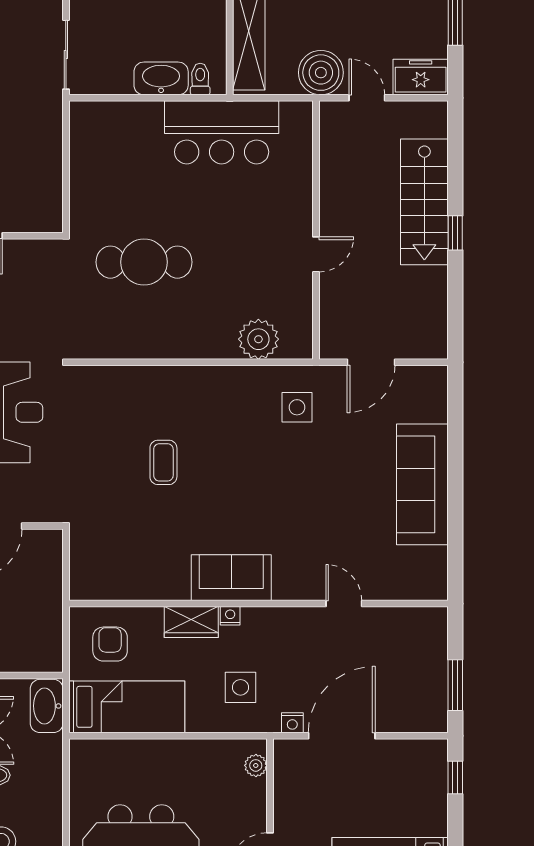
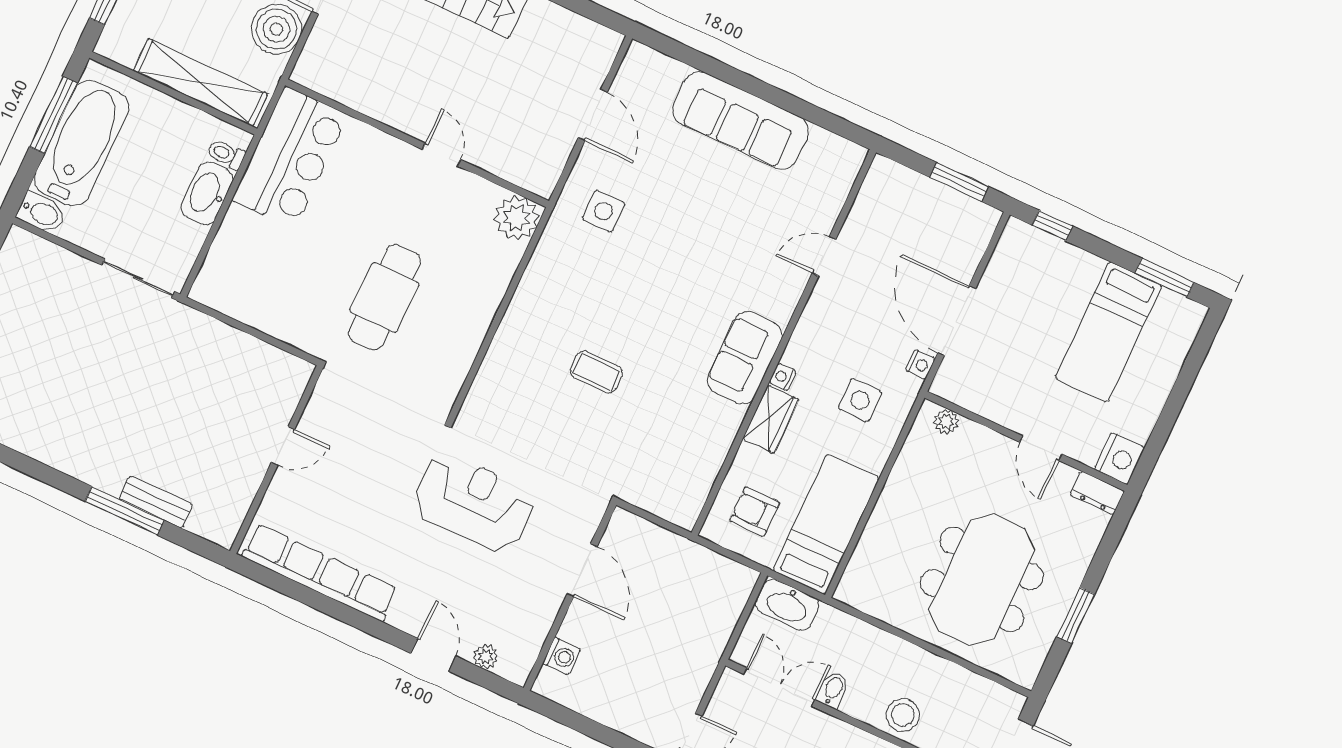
wall: (316, 230) -> (417, 143), moved
door: (316, 254) -> (442, 155), moved

